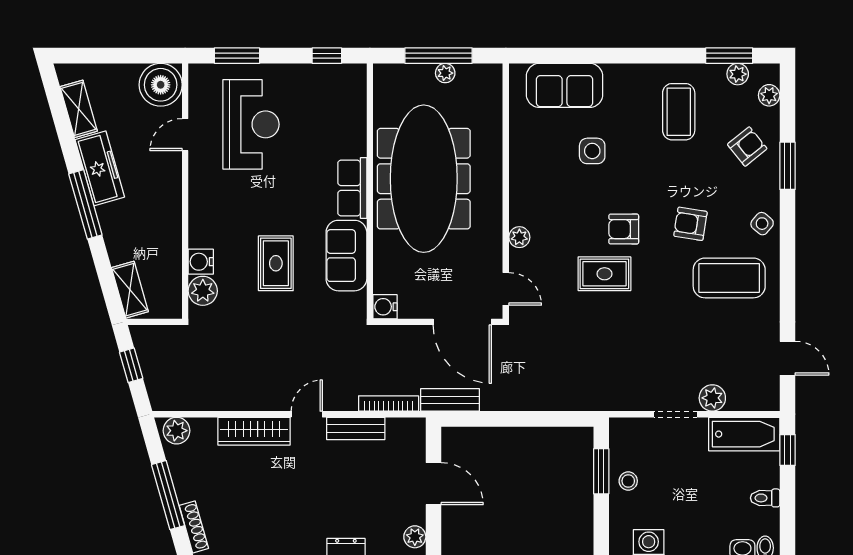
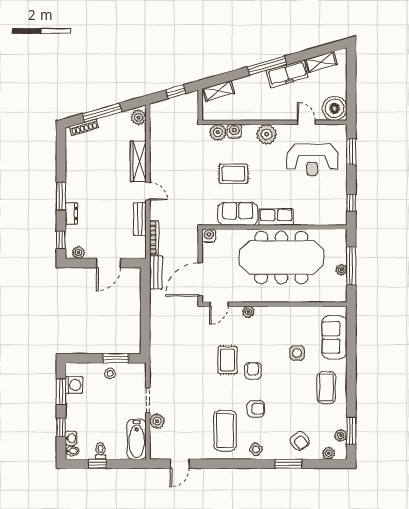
coffee table: (679, 112) -> (326, 388), moved, turned 90
plant: (206, 205) -> (267, 134), added
armchair: (690, 224) -> (256, 409), turned 81
window: (787, 450) -> (98, 464), moved

